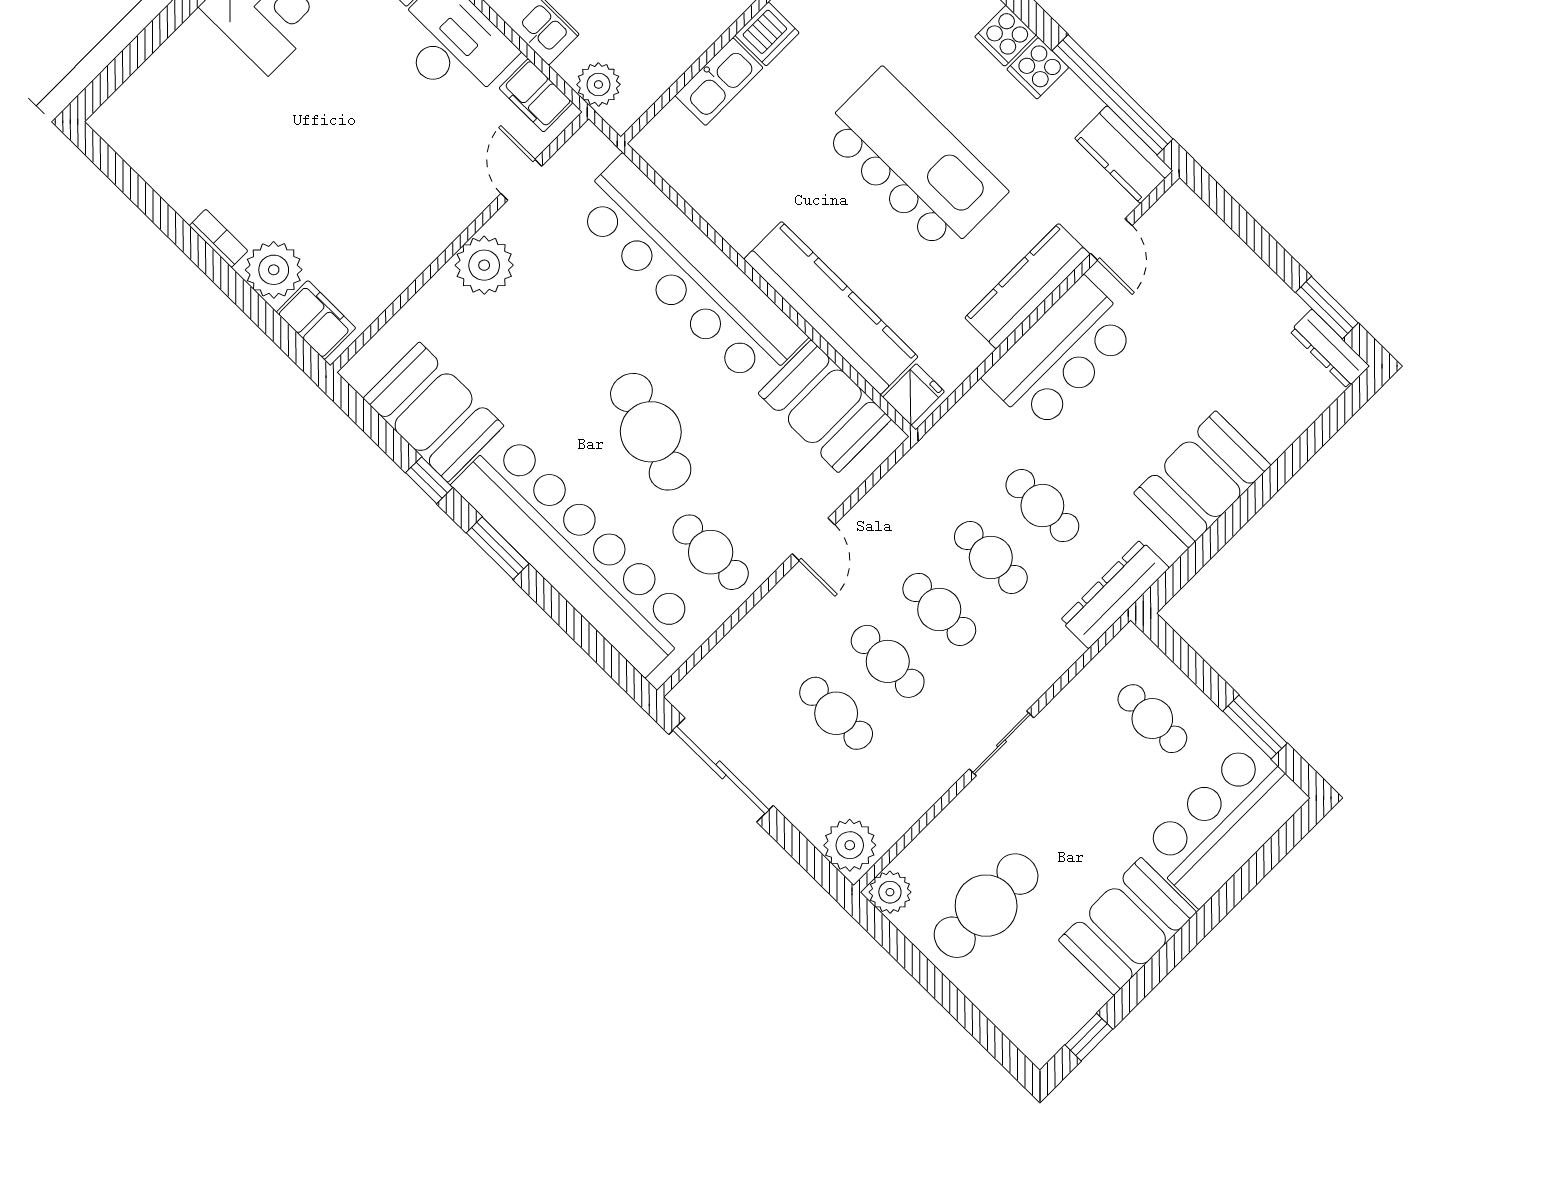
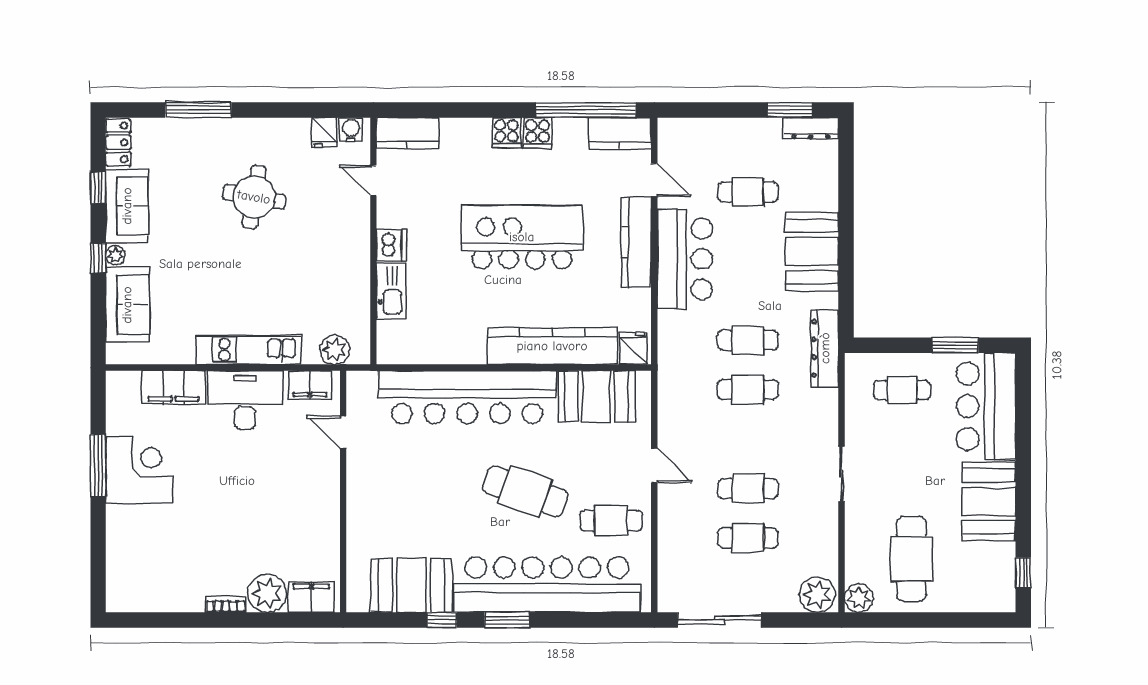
plant: (484, 265) -> (366, 491), removed
cafe table: (939, 609) -> (748, 192), moved

